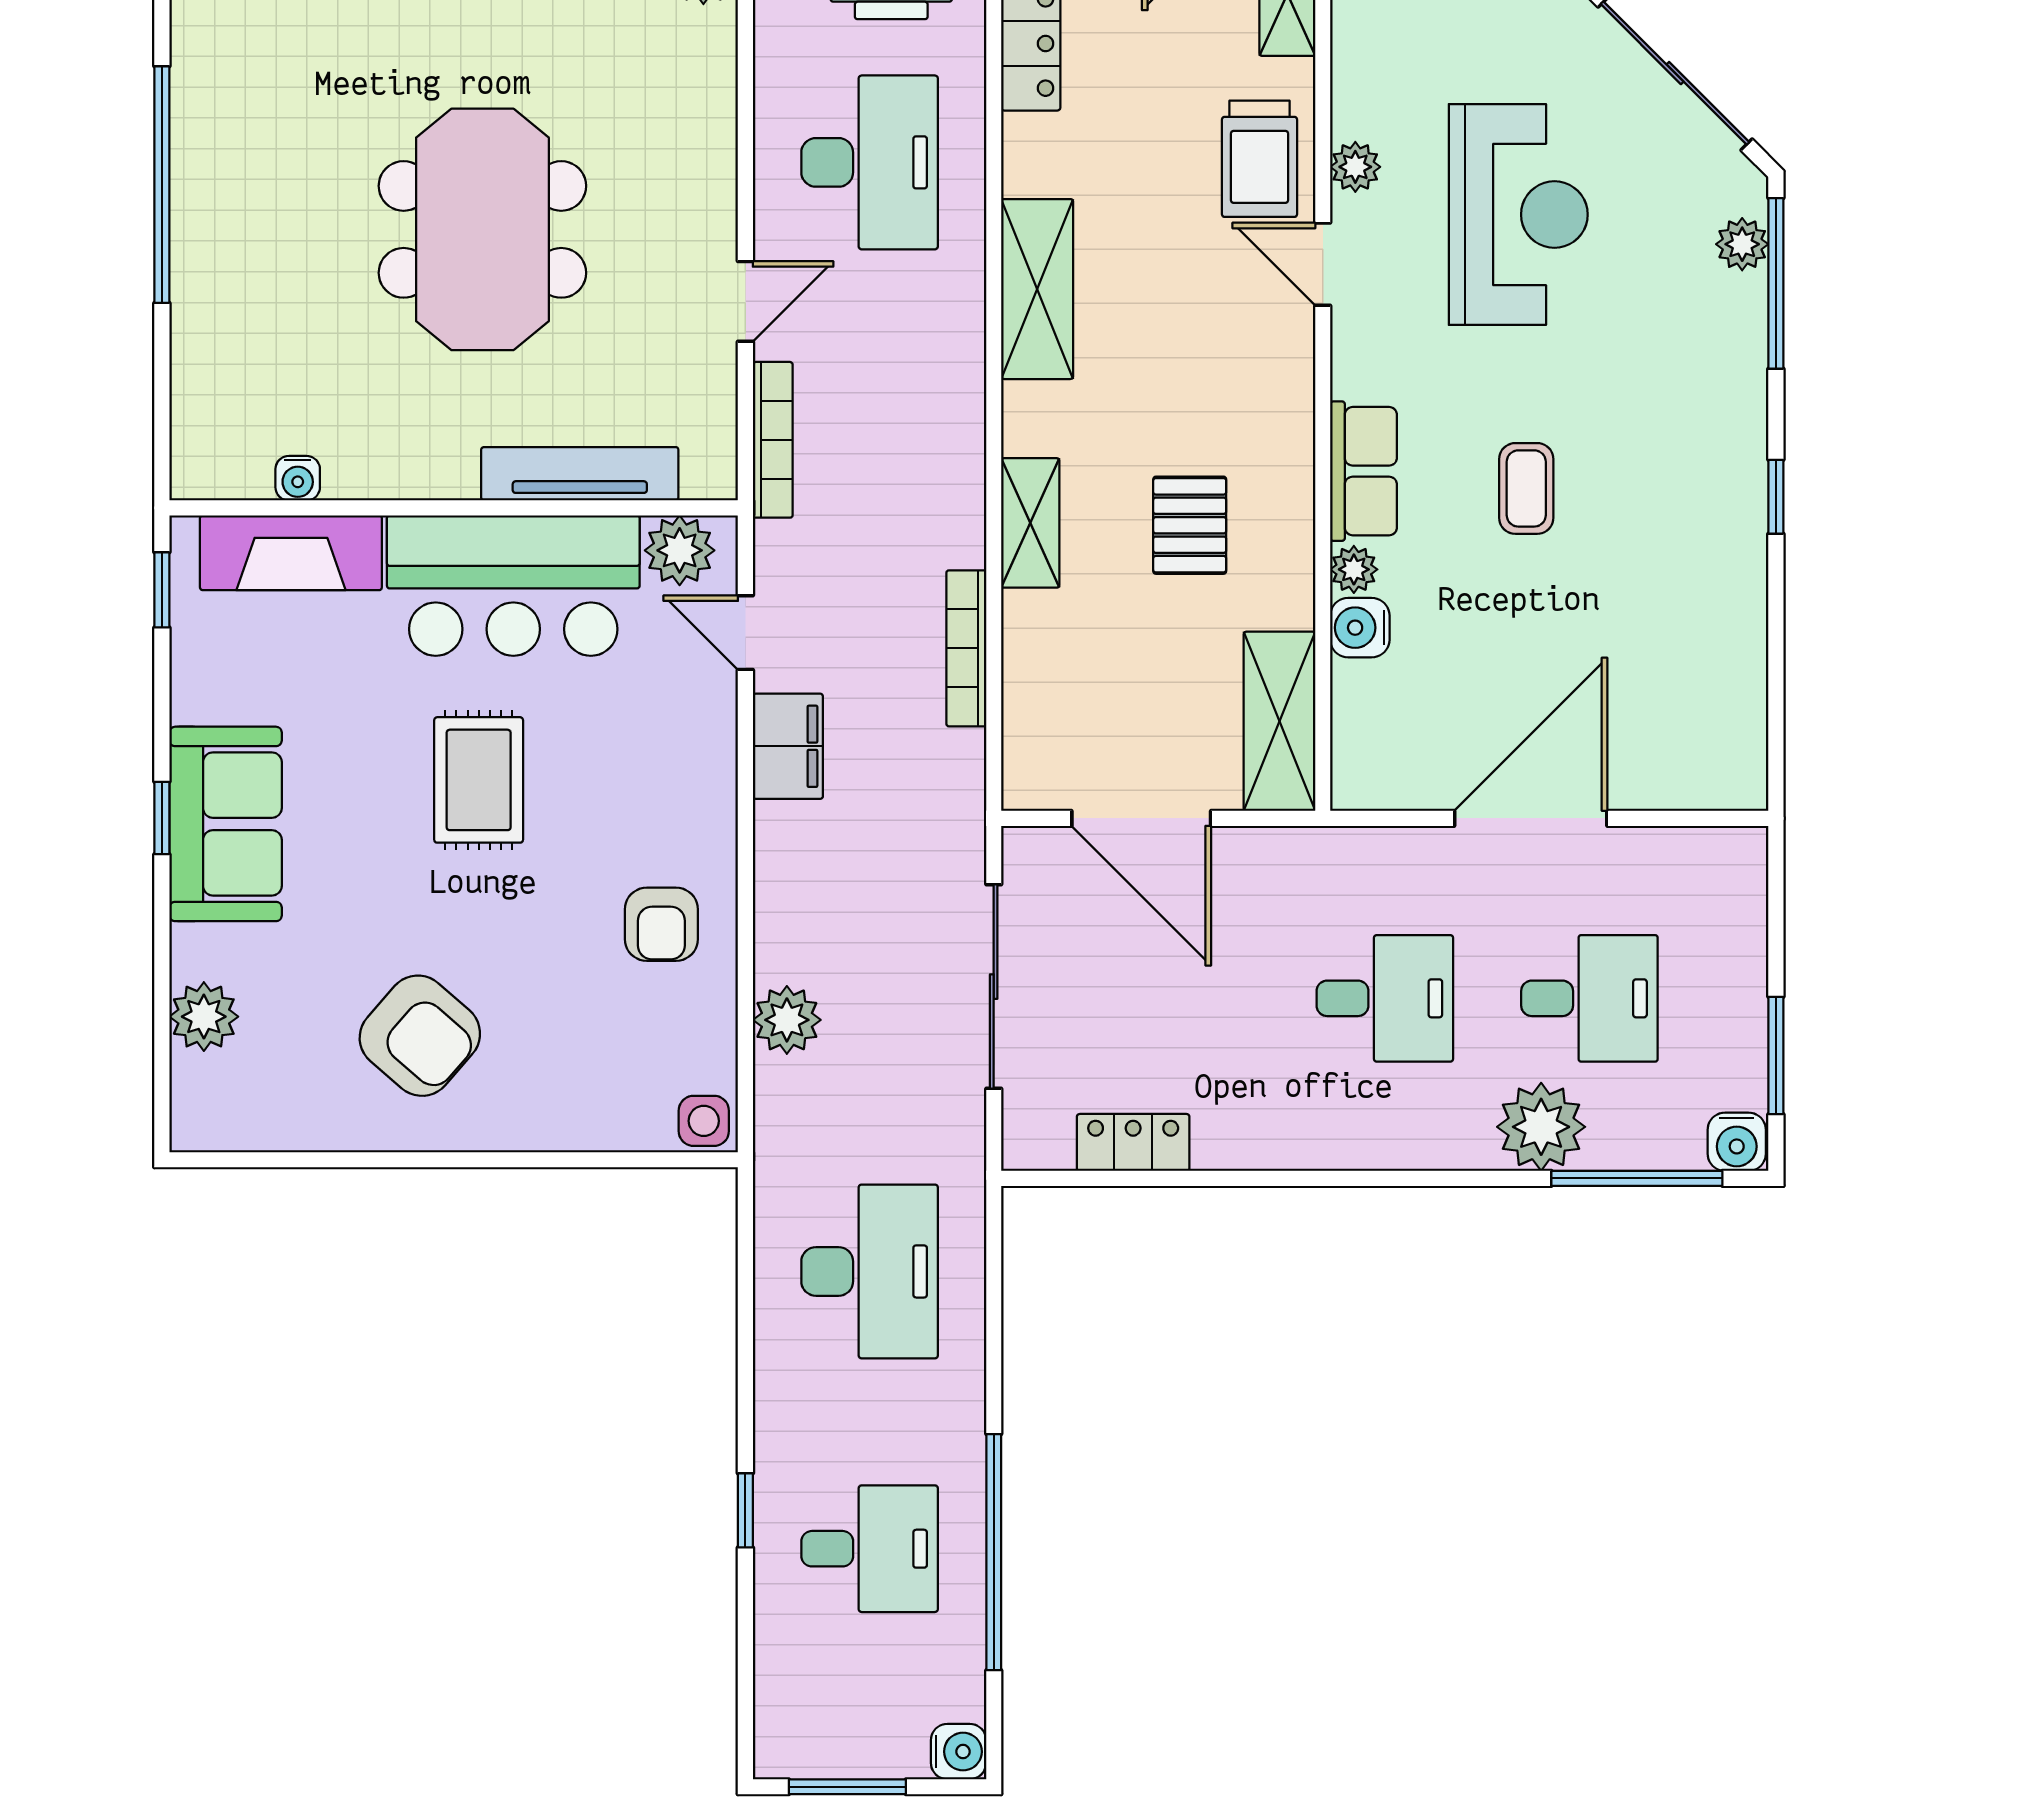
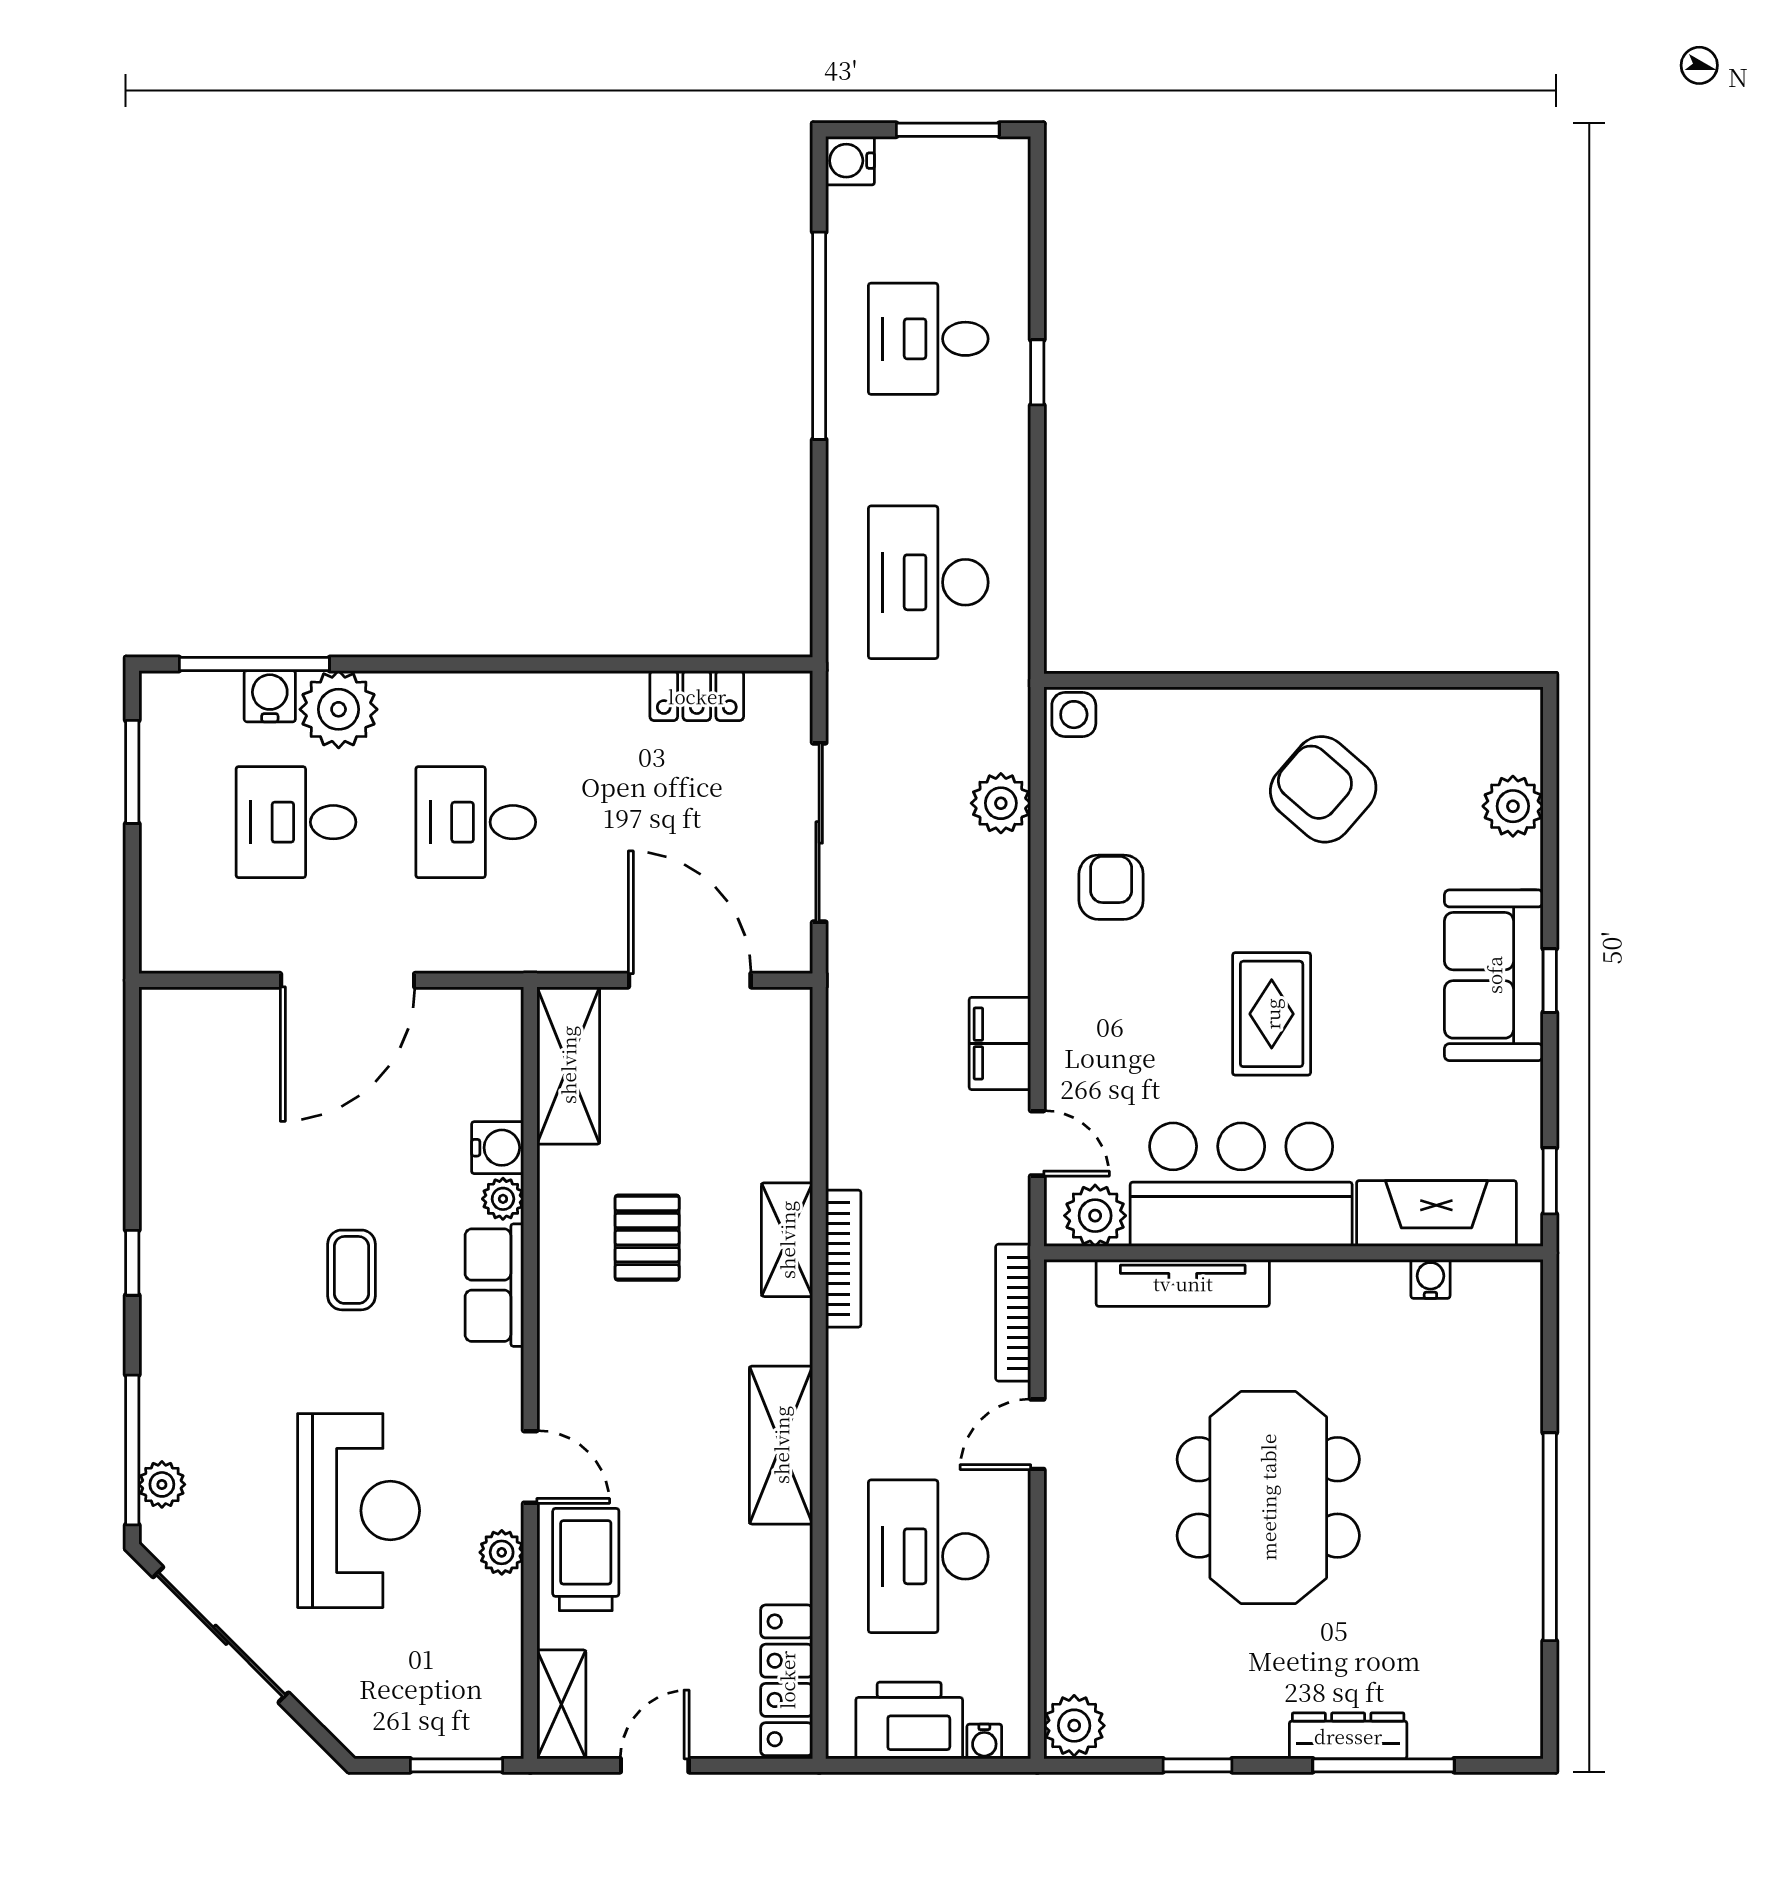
reception desk: (1518, 215) -> (359, 1511), turned 180
bookcase: (966, 648) -> (843, 1259), moved
water cooler: (1737, 1142) -> (270, 696), moved

